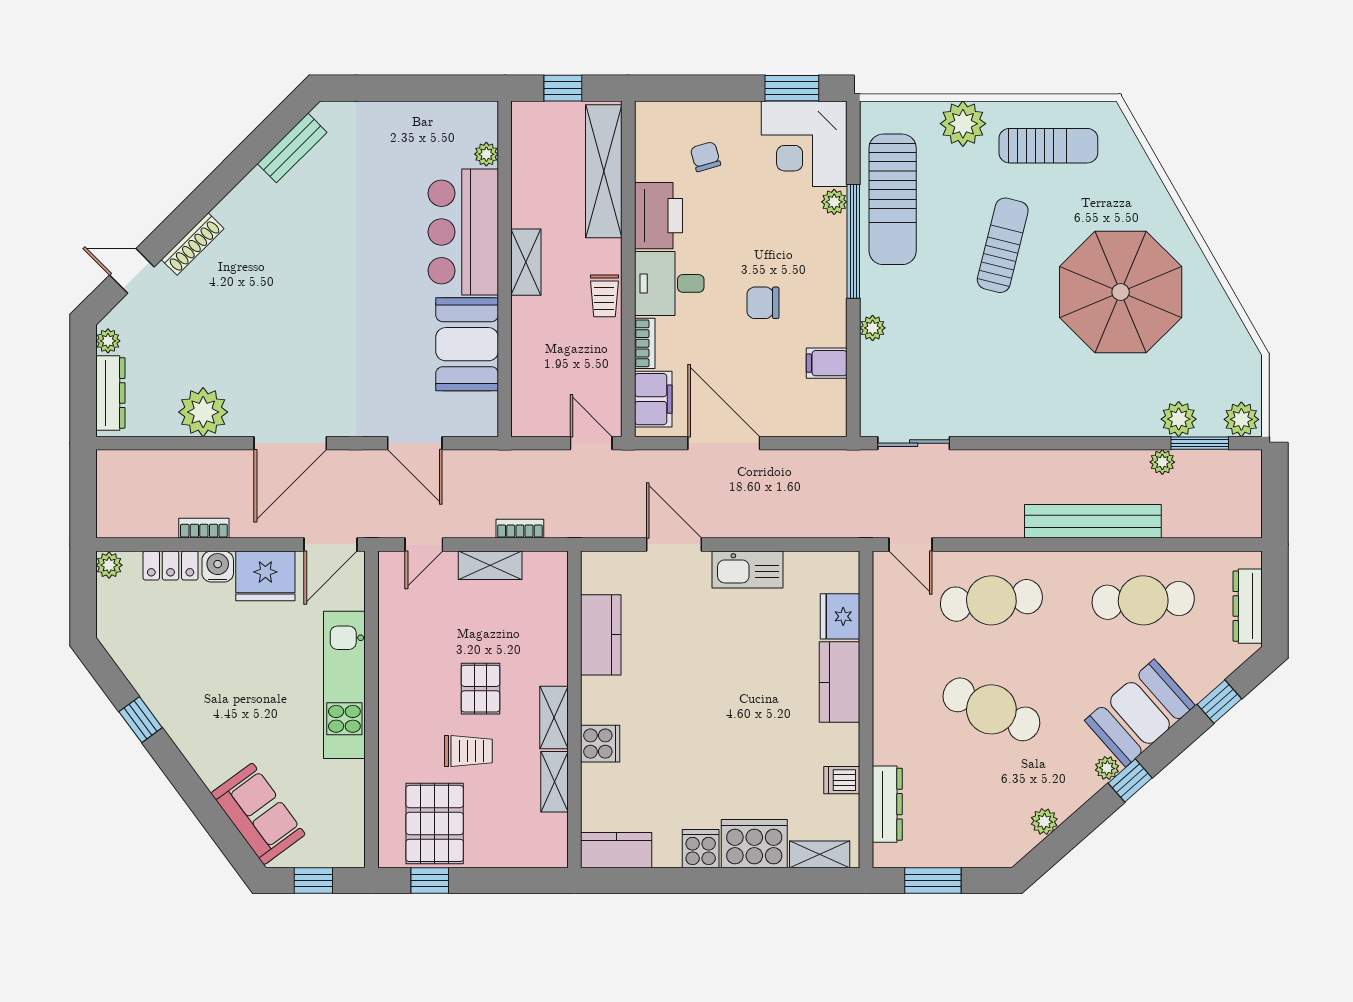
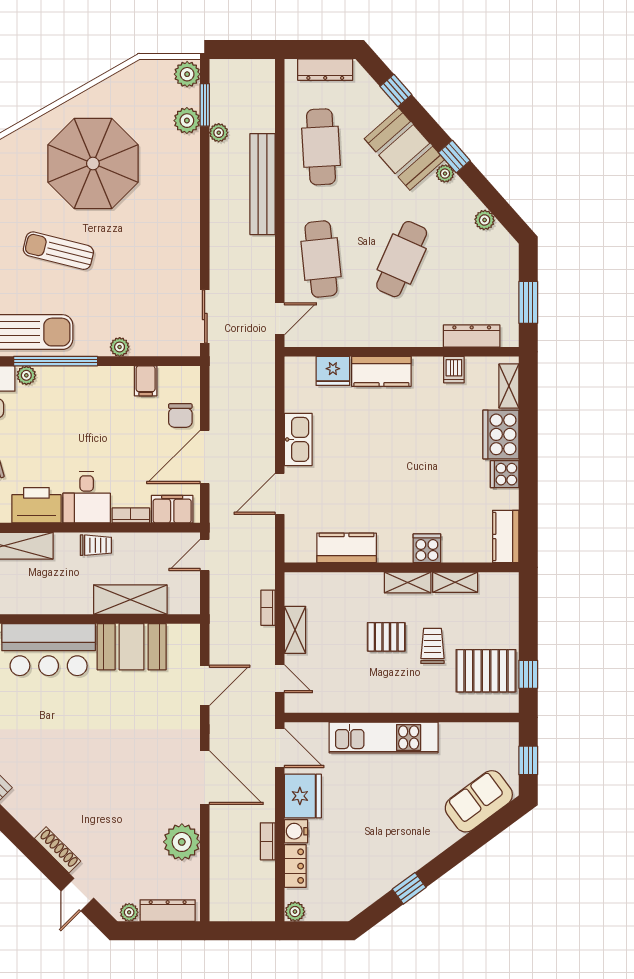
shelving: (526, 262) -> (130, 600), moved, width x1.50, depth x1.33
chair: (763, 303) -> (180, 415), moved

